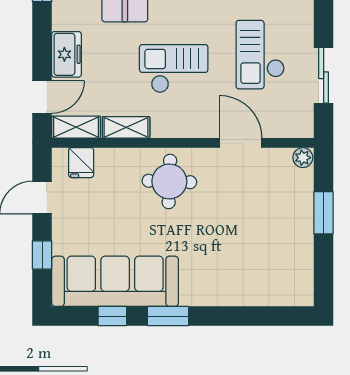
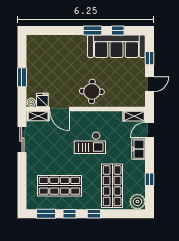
checkout: (260, 55) -> (51, 149), removed
shelving: (126, 127) -> (38, 116), moved
fridge: (81, 163) -> (42, 100), moved

